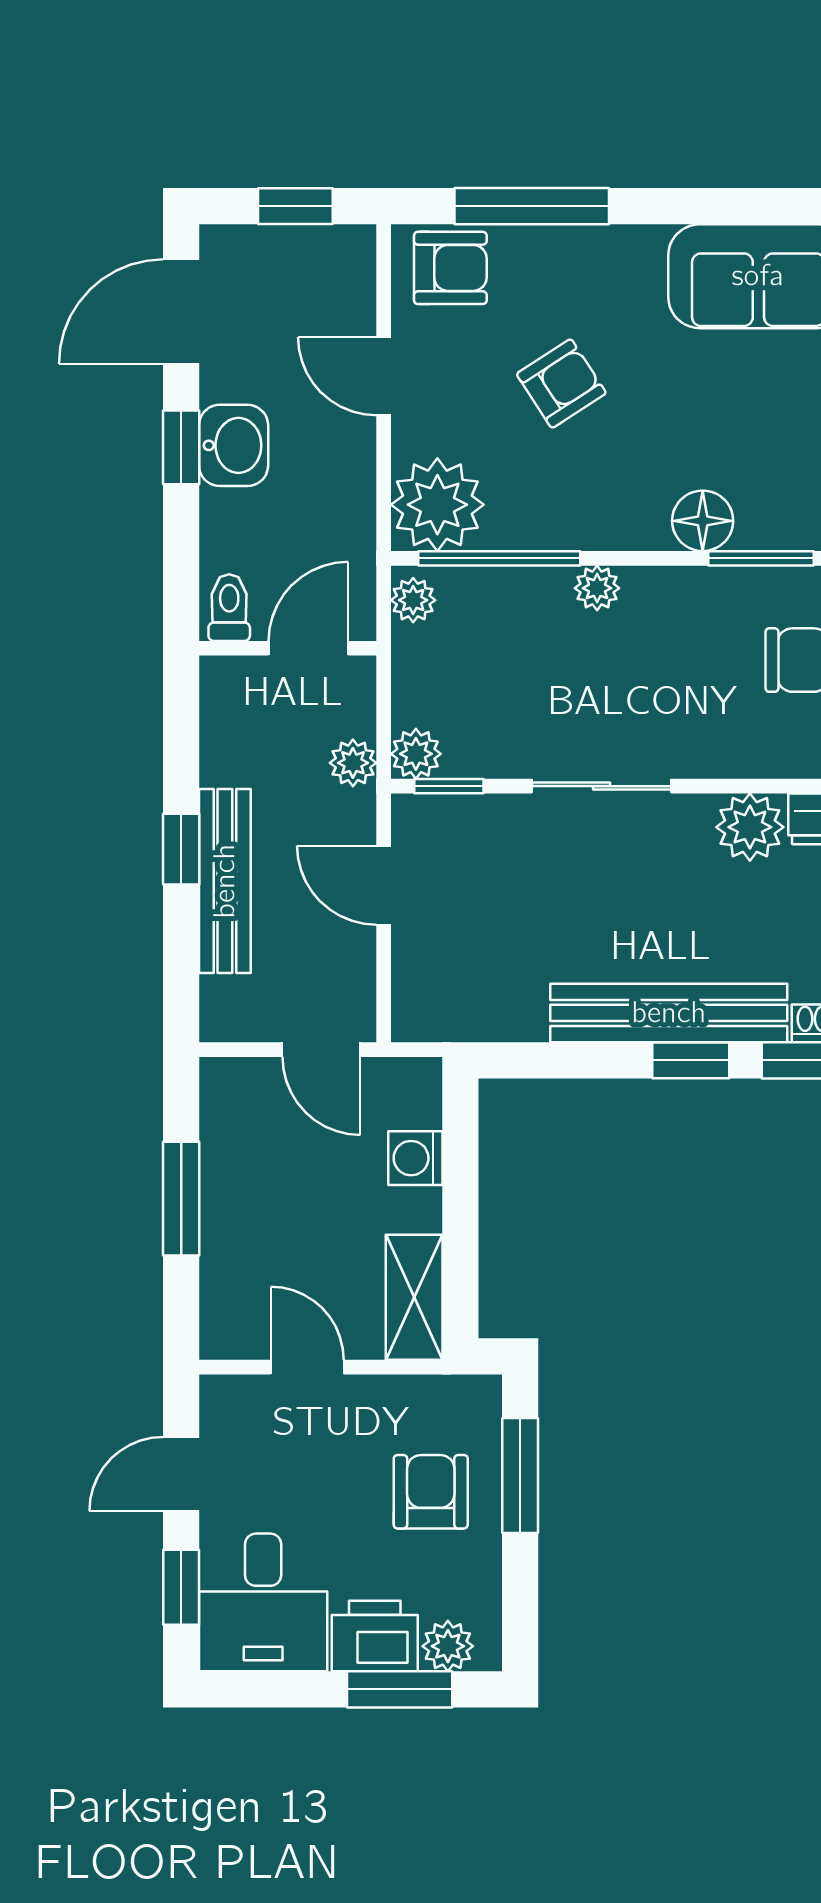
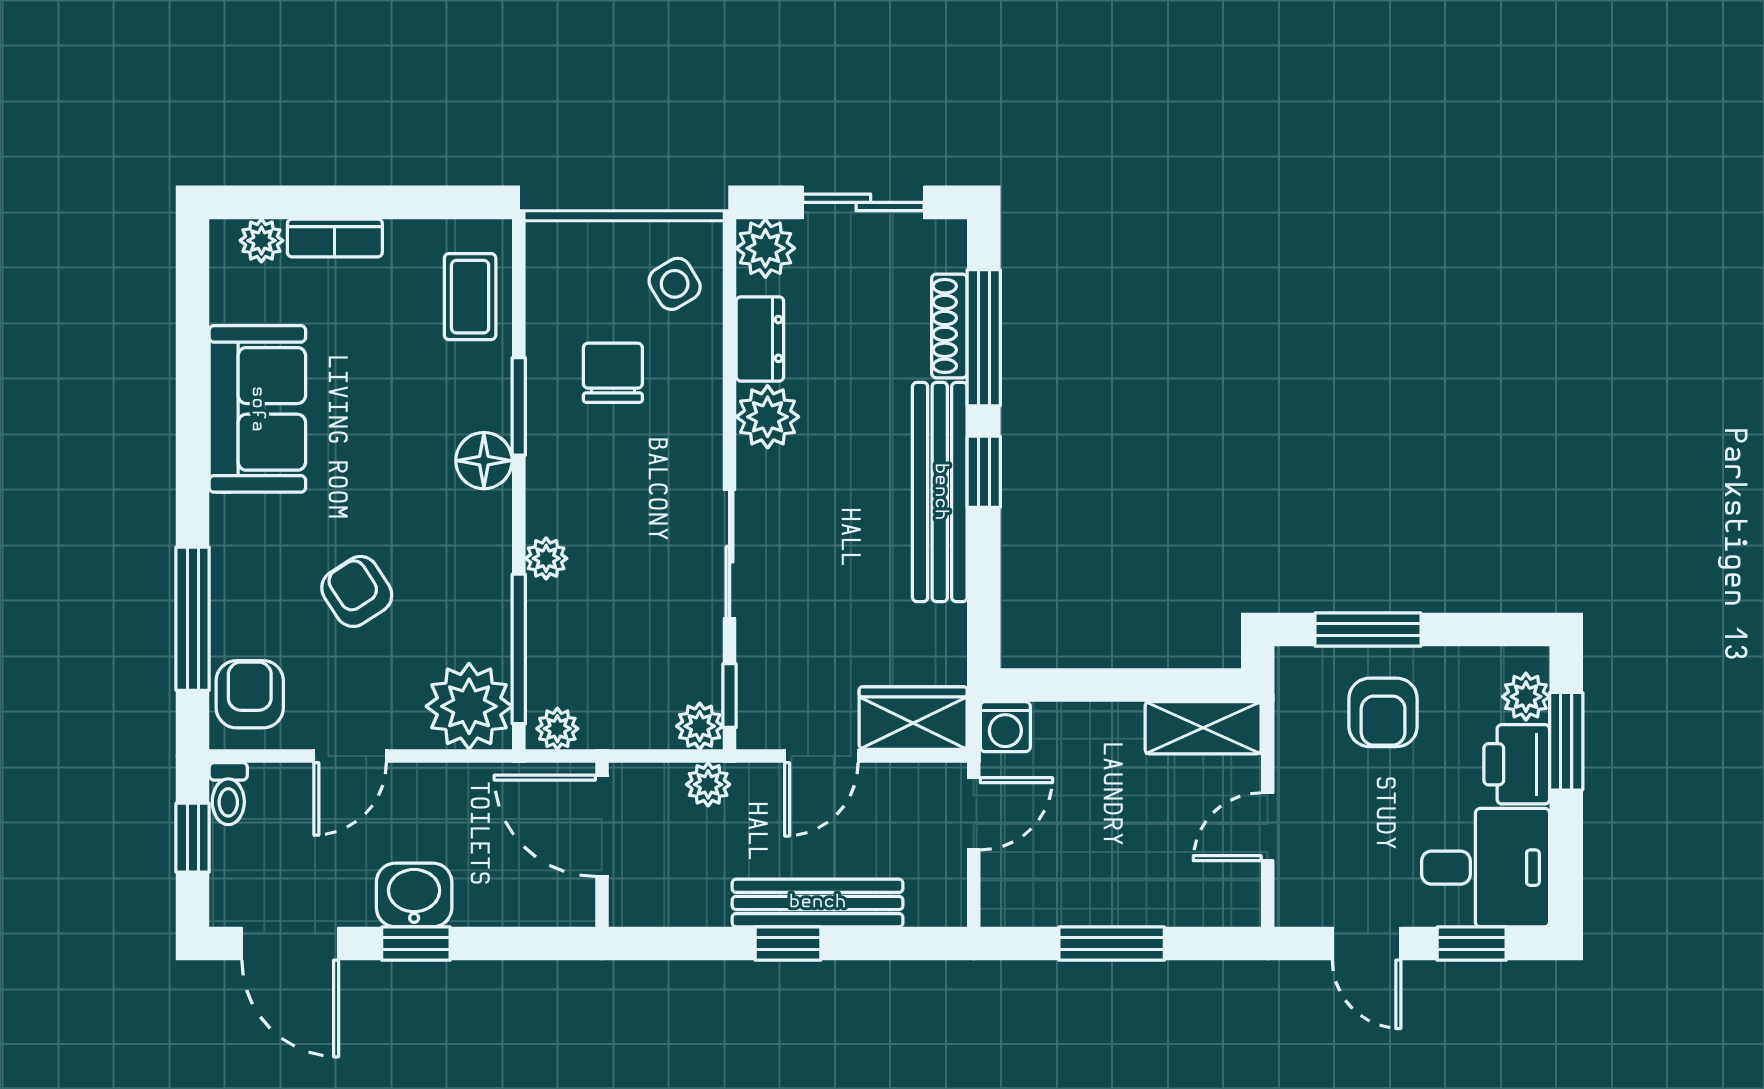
toilet: (229, 608) -> (228, 794), moved, turned -90
door: (308, 648) -> (602, 826), width x1.38
wardrobe: (425, 984) -> (913, 718), added
washing machine: (415, 1158) -> (1005, 727), moved
armchair: (431, 1492) -> (1383, 712), turned -90

